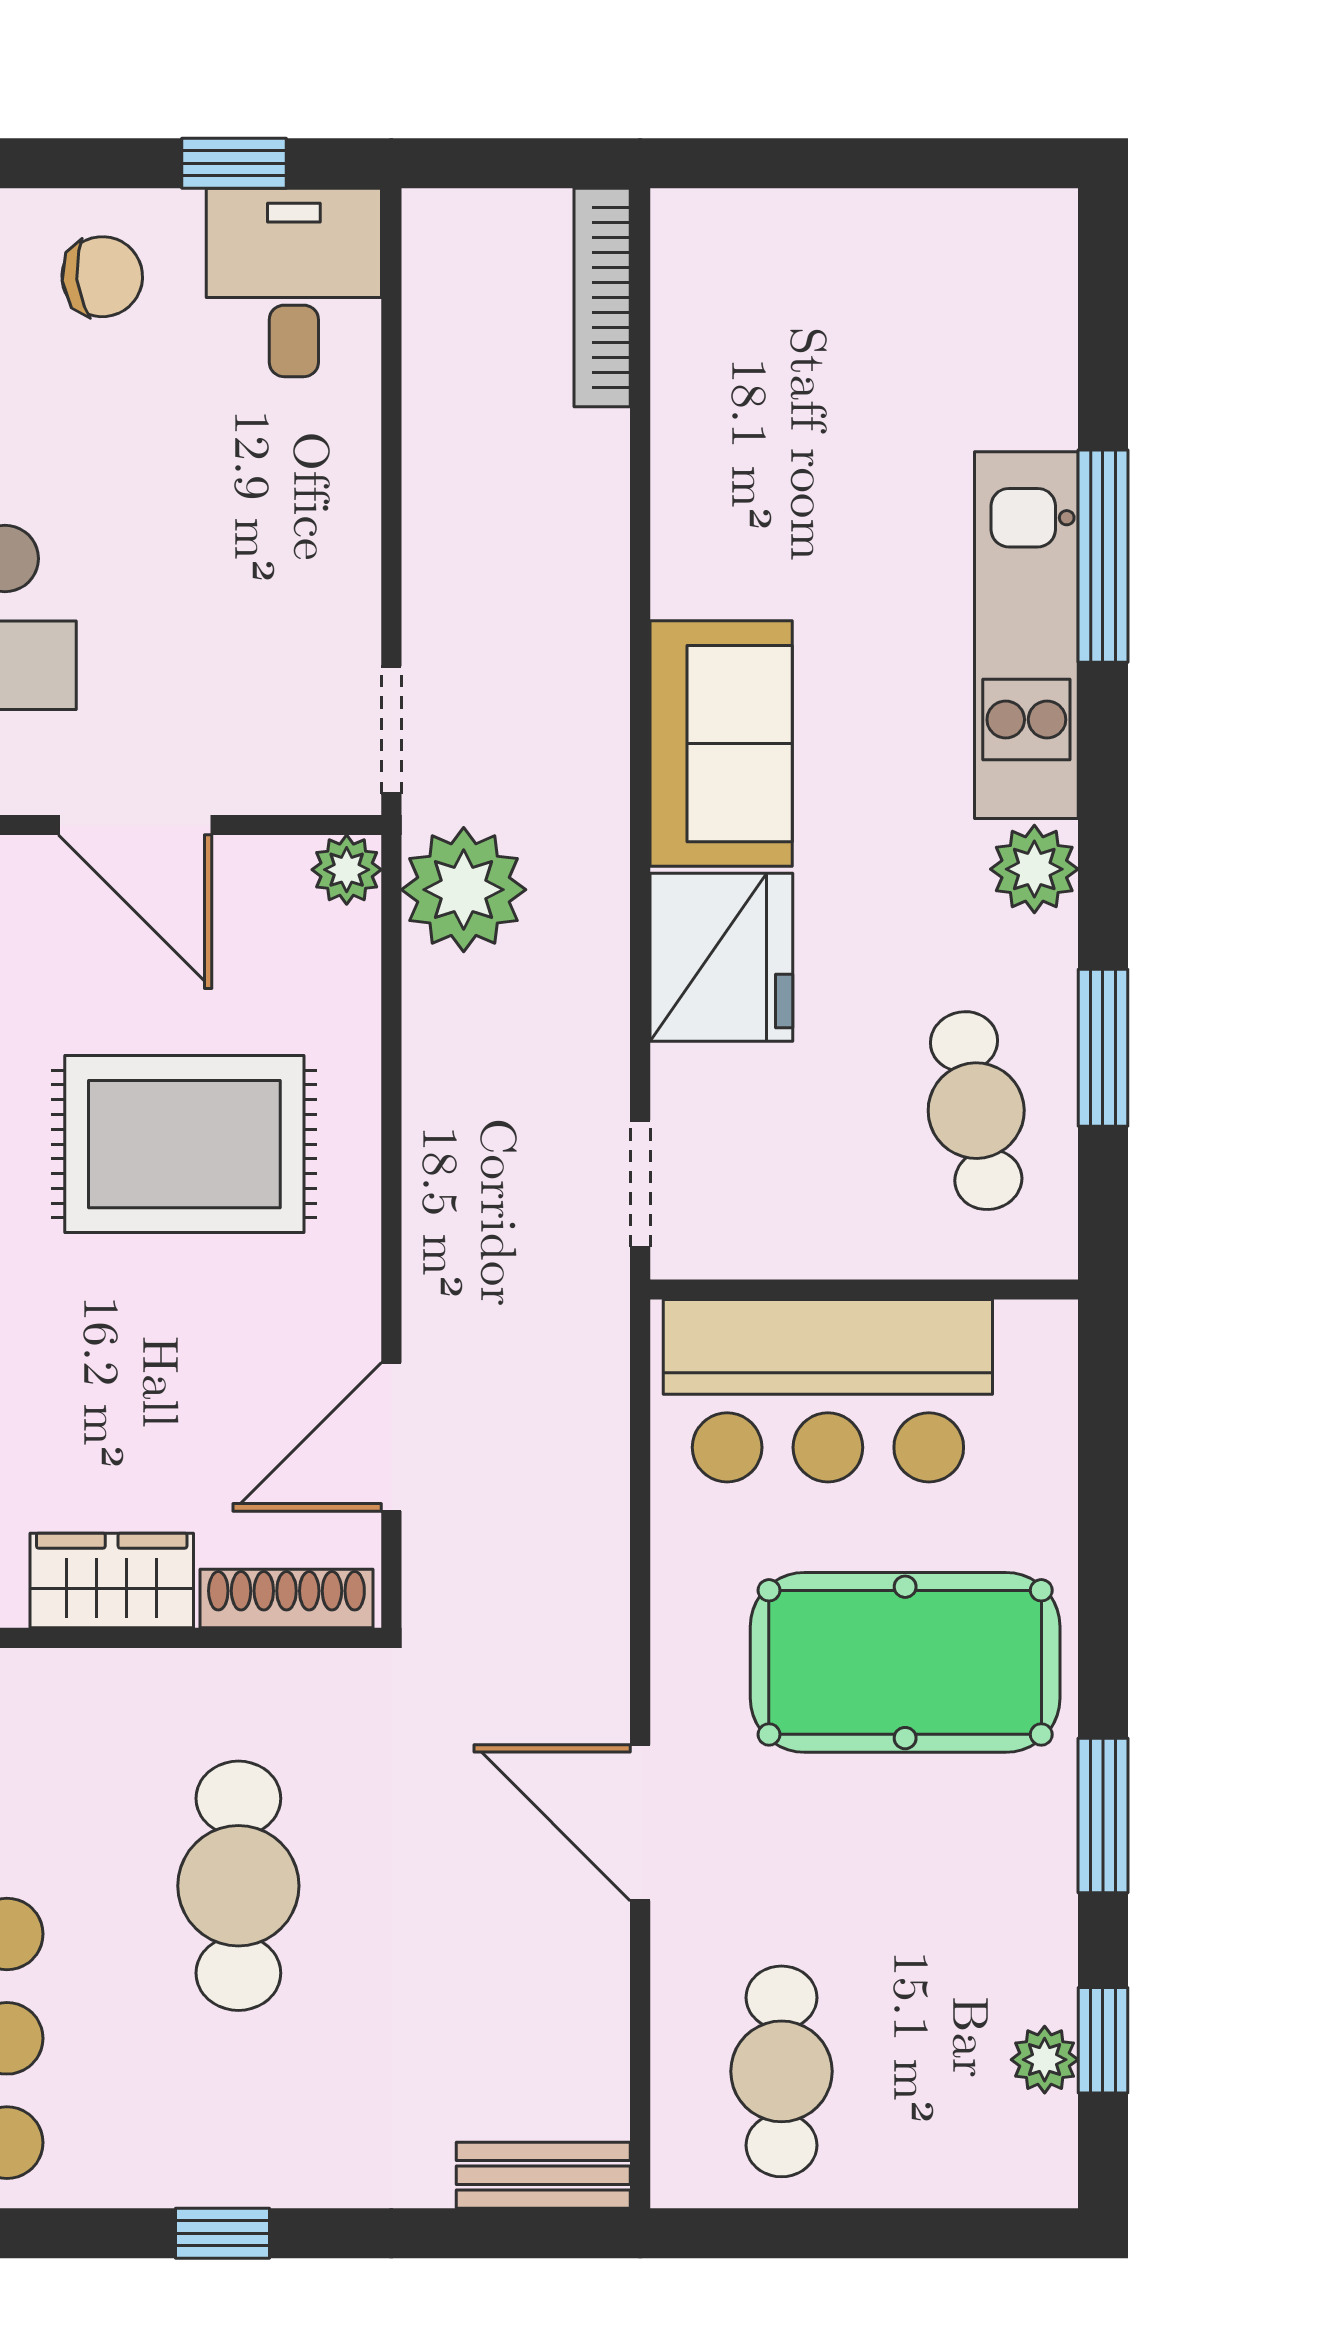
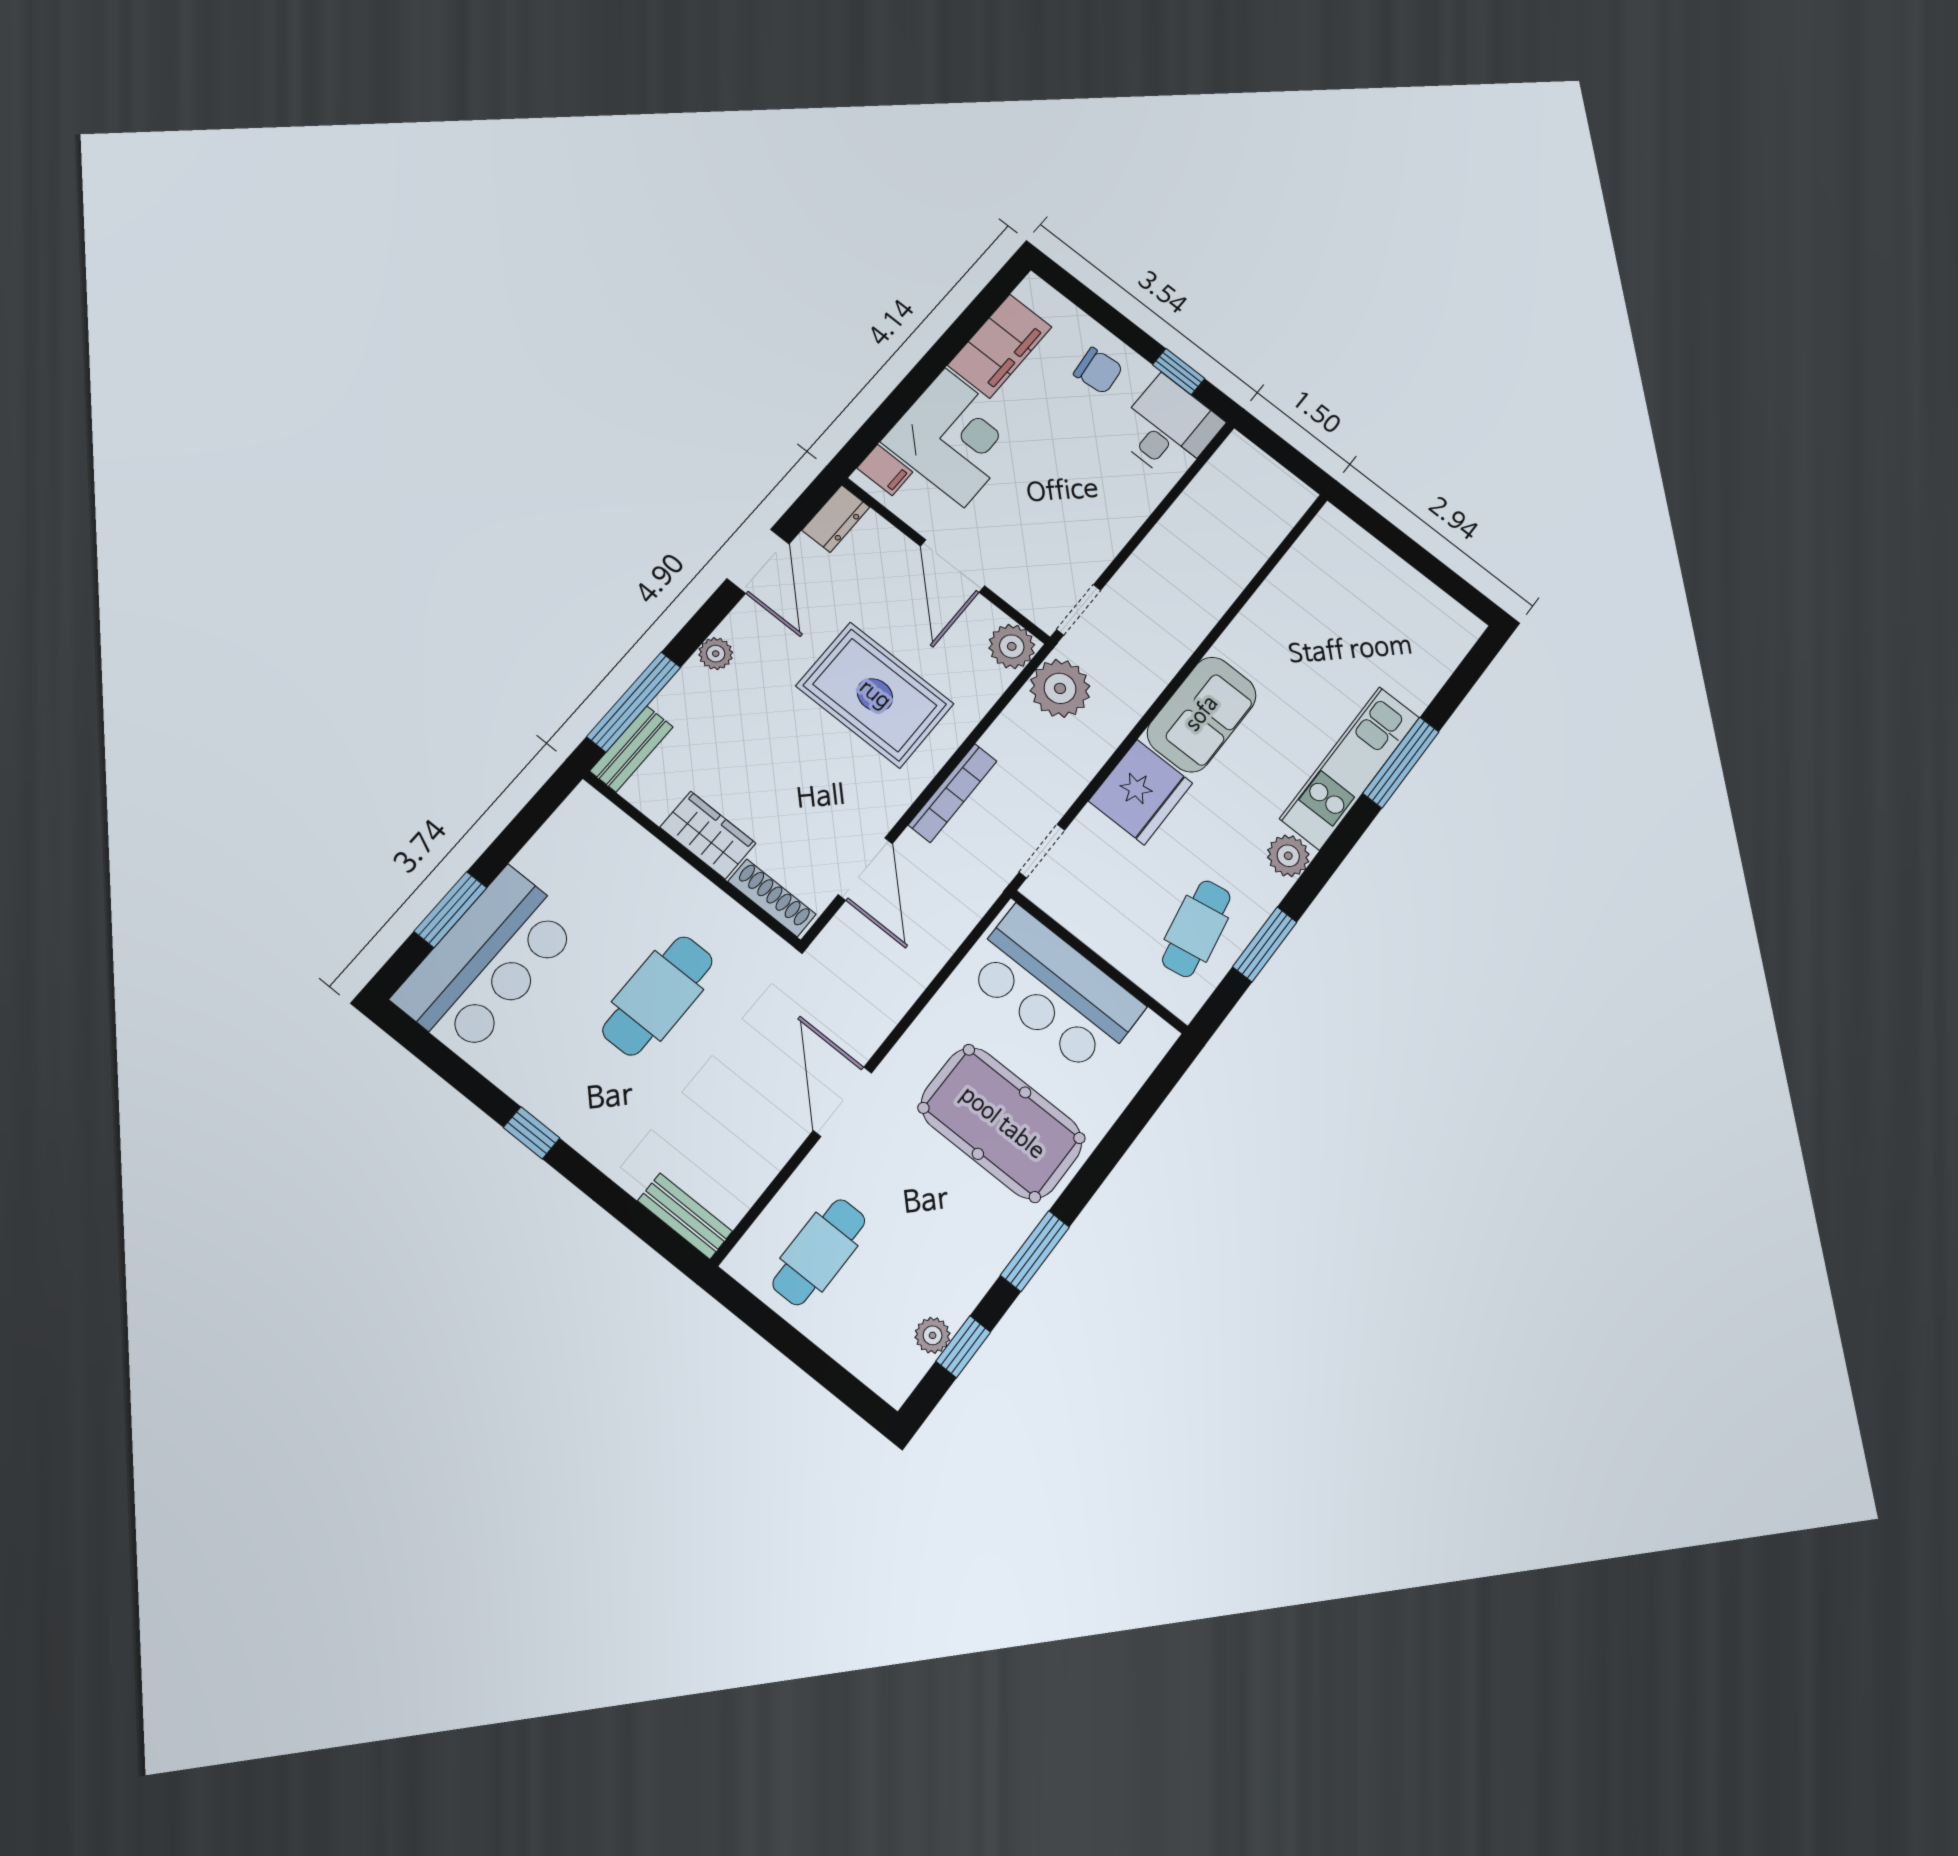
bookcase: (602, 297) -> (953, 793), moved, turned 180
plant: (347, 870) -> (1012, 646), width x1.38, depth x1.38
door: (391, 1437) -> (865, 869), swing flipped

